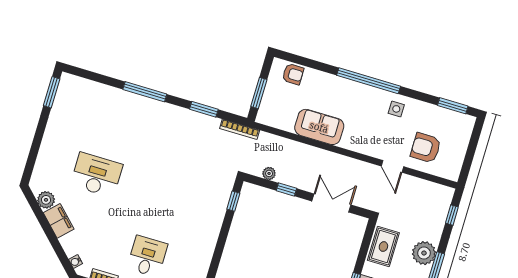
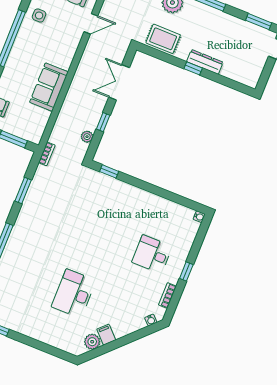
bookcase: (240, 129) -> (47, 154), width x0.64
filing cabinet: (59, 221) -> (106, 335), width x0.50

